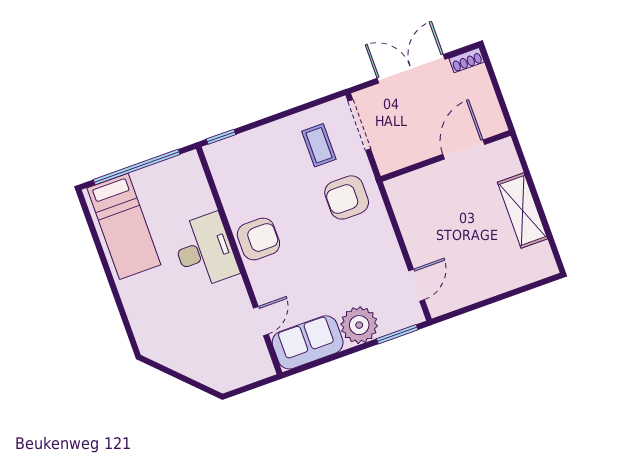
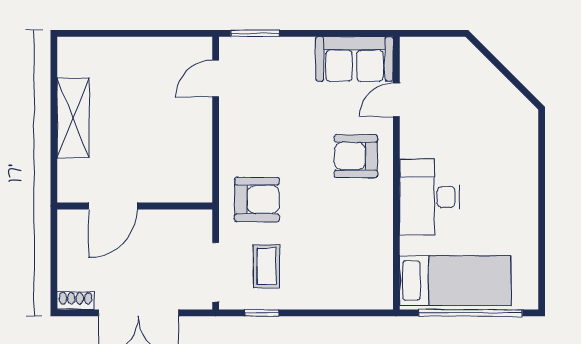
window: (221, 137) -> (262, 313), moved
bed: (124, 226) -> (455, 281), moved, turned 90
armchair: (258, 239) -> (356, 156), moved
plant: (359, 325) -> (292, 58), removed

